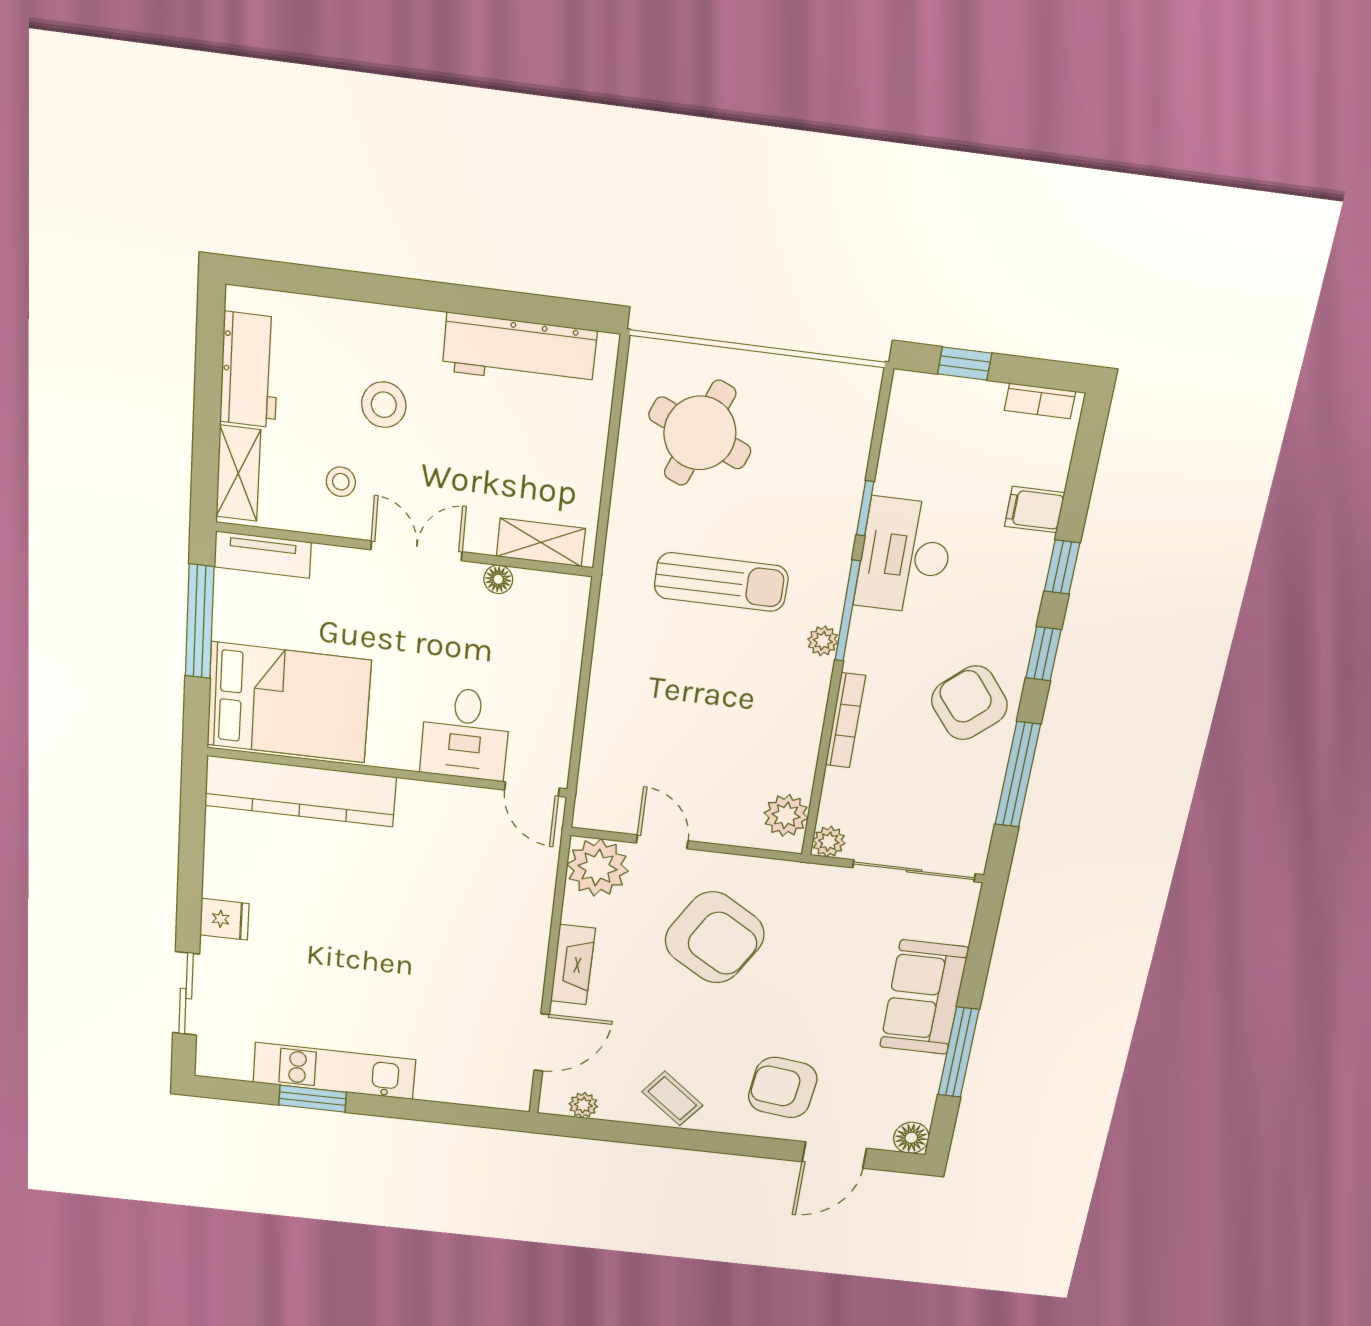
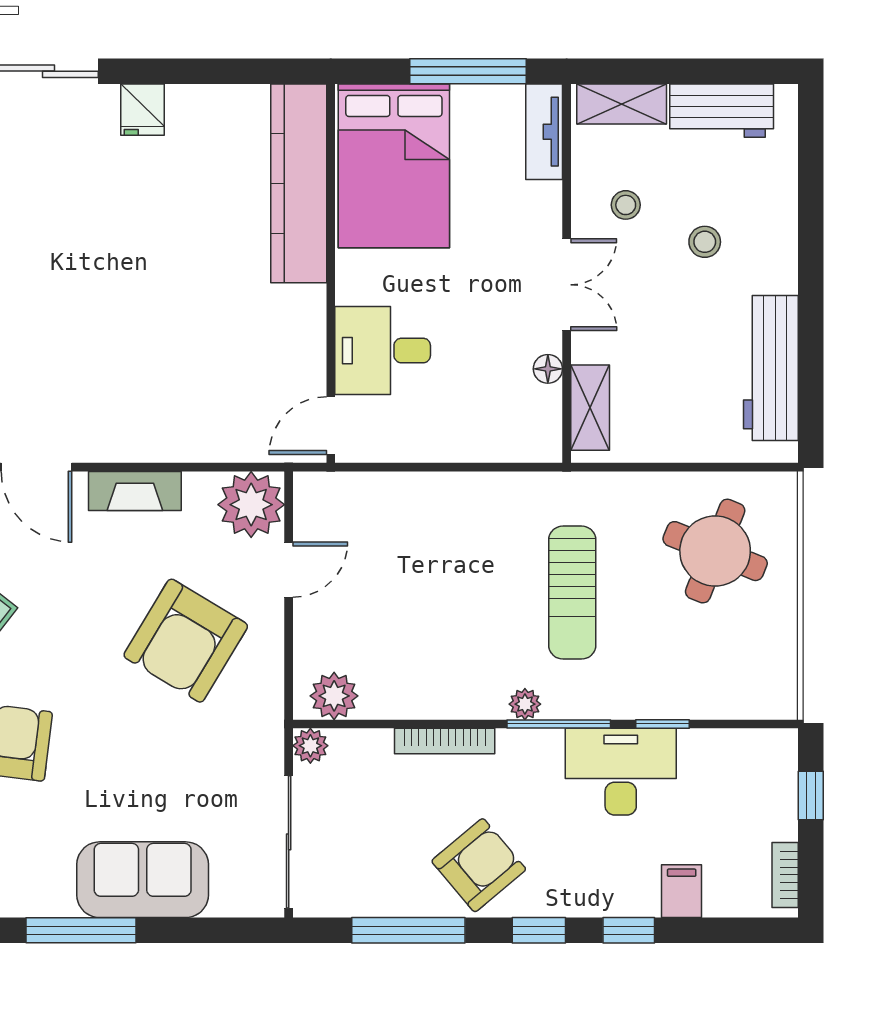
stool: (384, 405) -> (705, 242), width x0.73, depth x0.73

